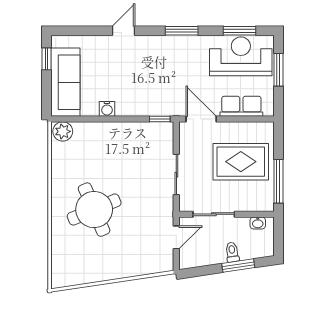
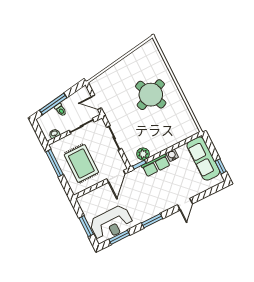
row of seats: (241, 106) -> (156, 165), moved
door: (201, 119) -> (116, 176), hinge flipped
plant: (63, 131) -> (143, 154), moved
rug: (241, 162) -> (81, 163), turned 90
door: (176, 237) -> (96, 102), hinge flipped
window: (238, 266) -> (53, 104), width x1.44

